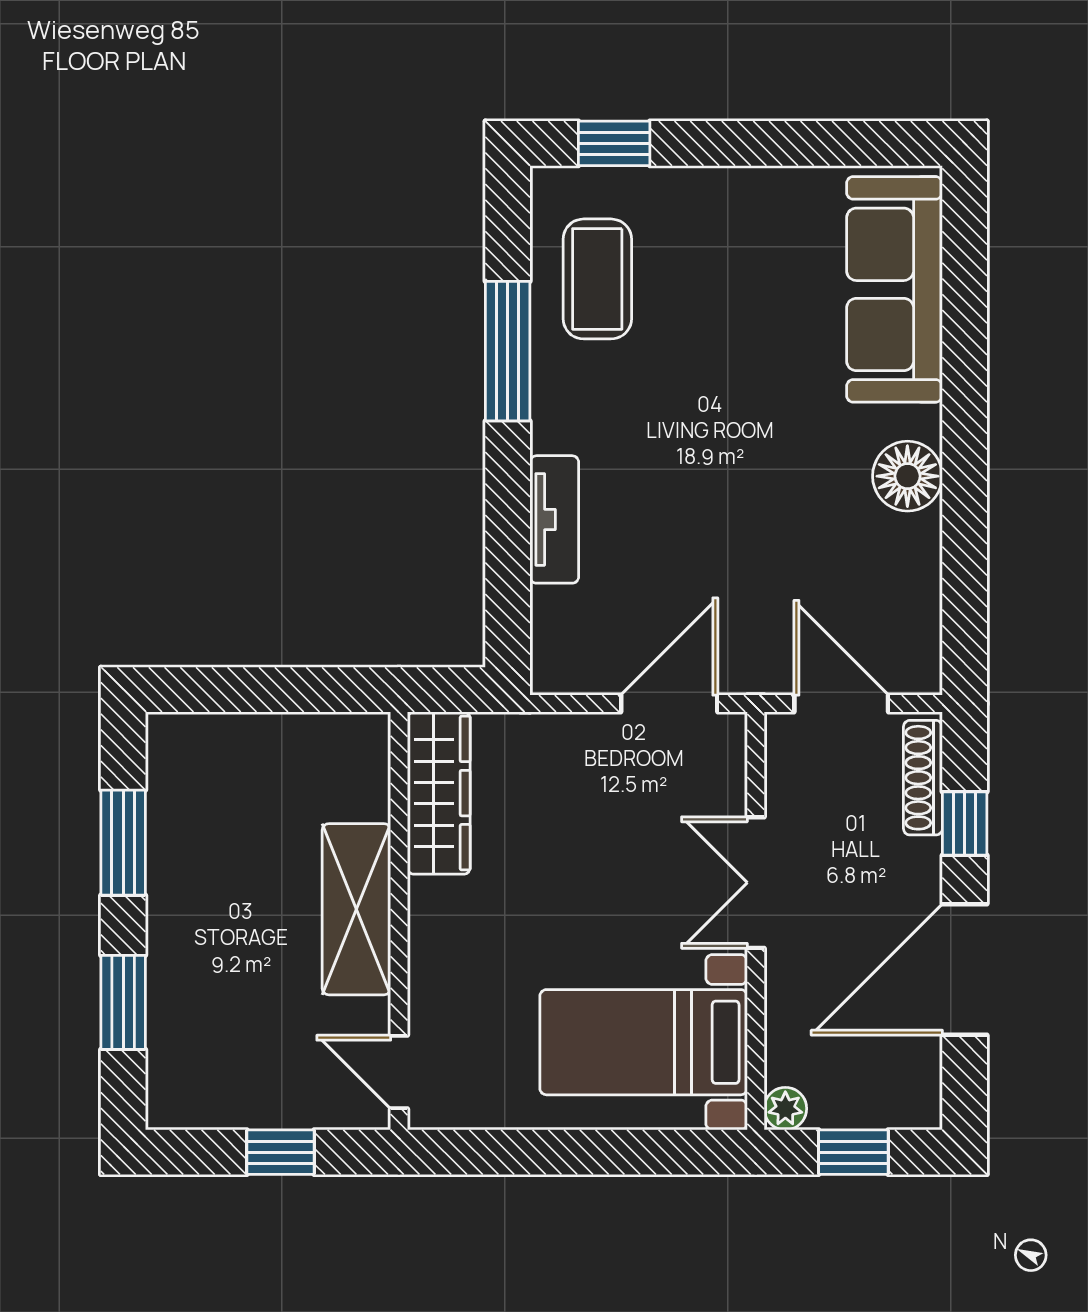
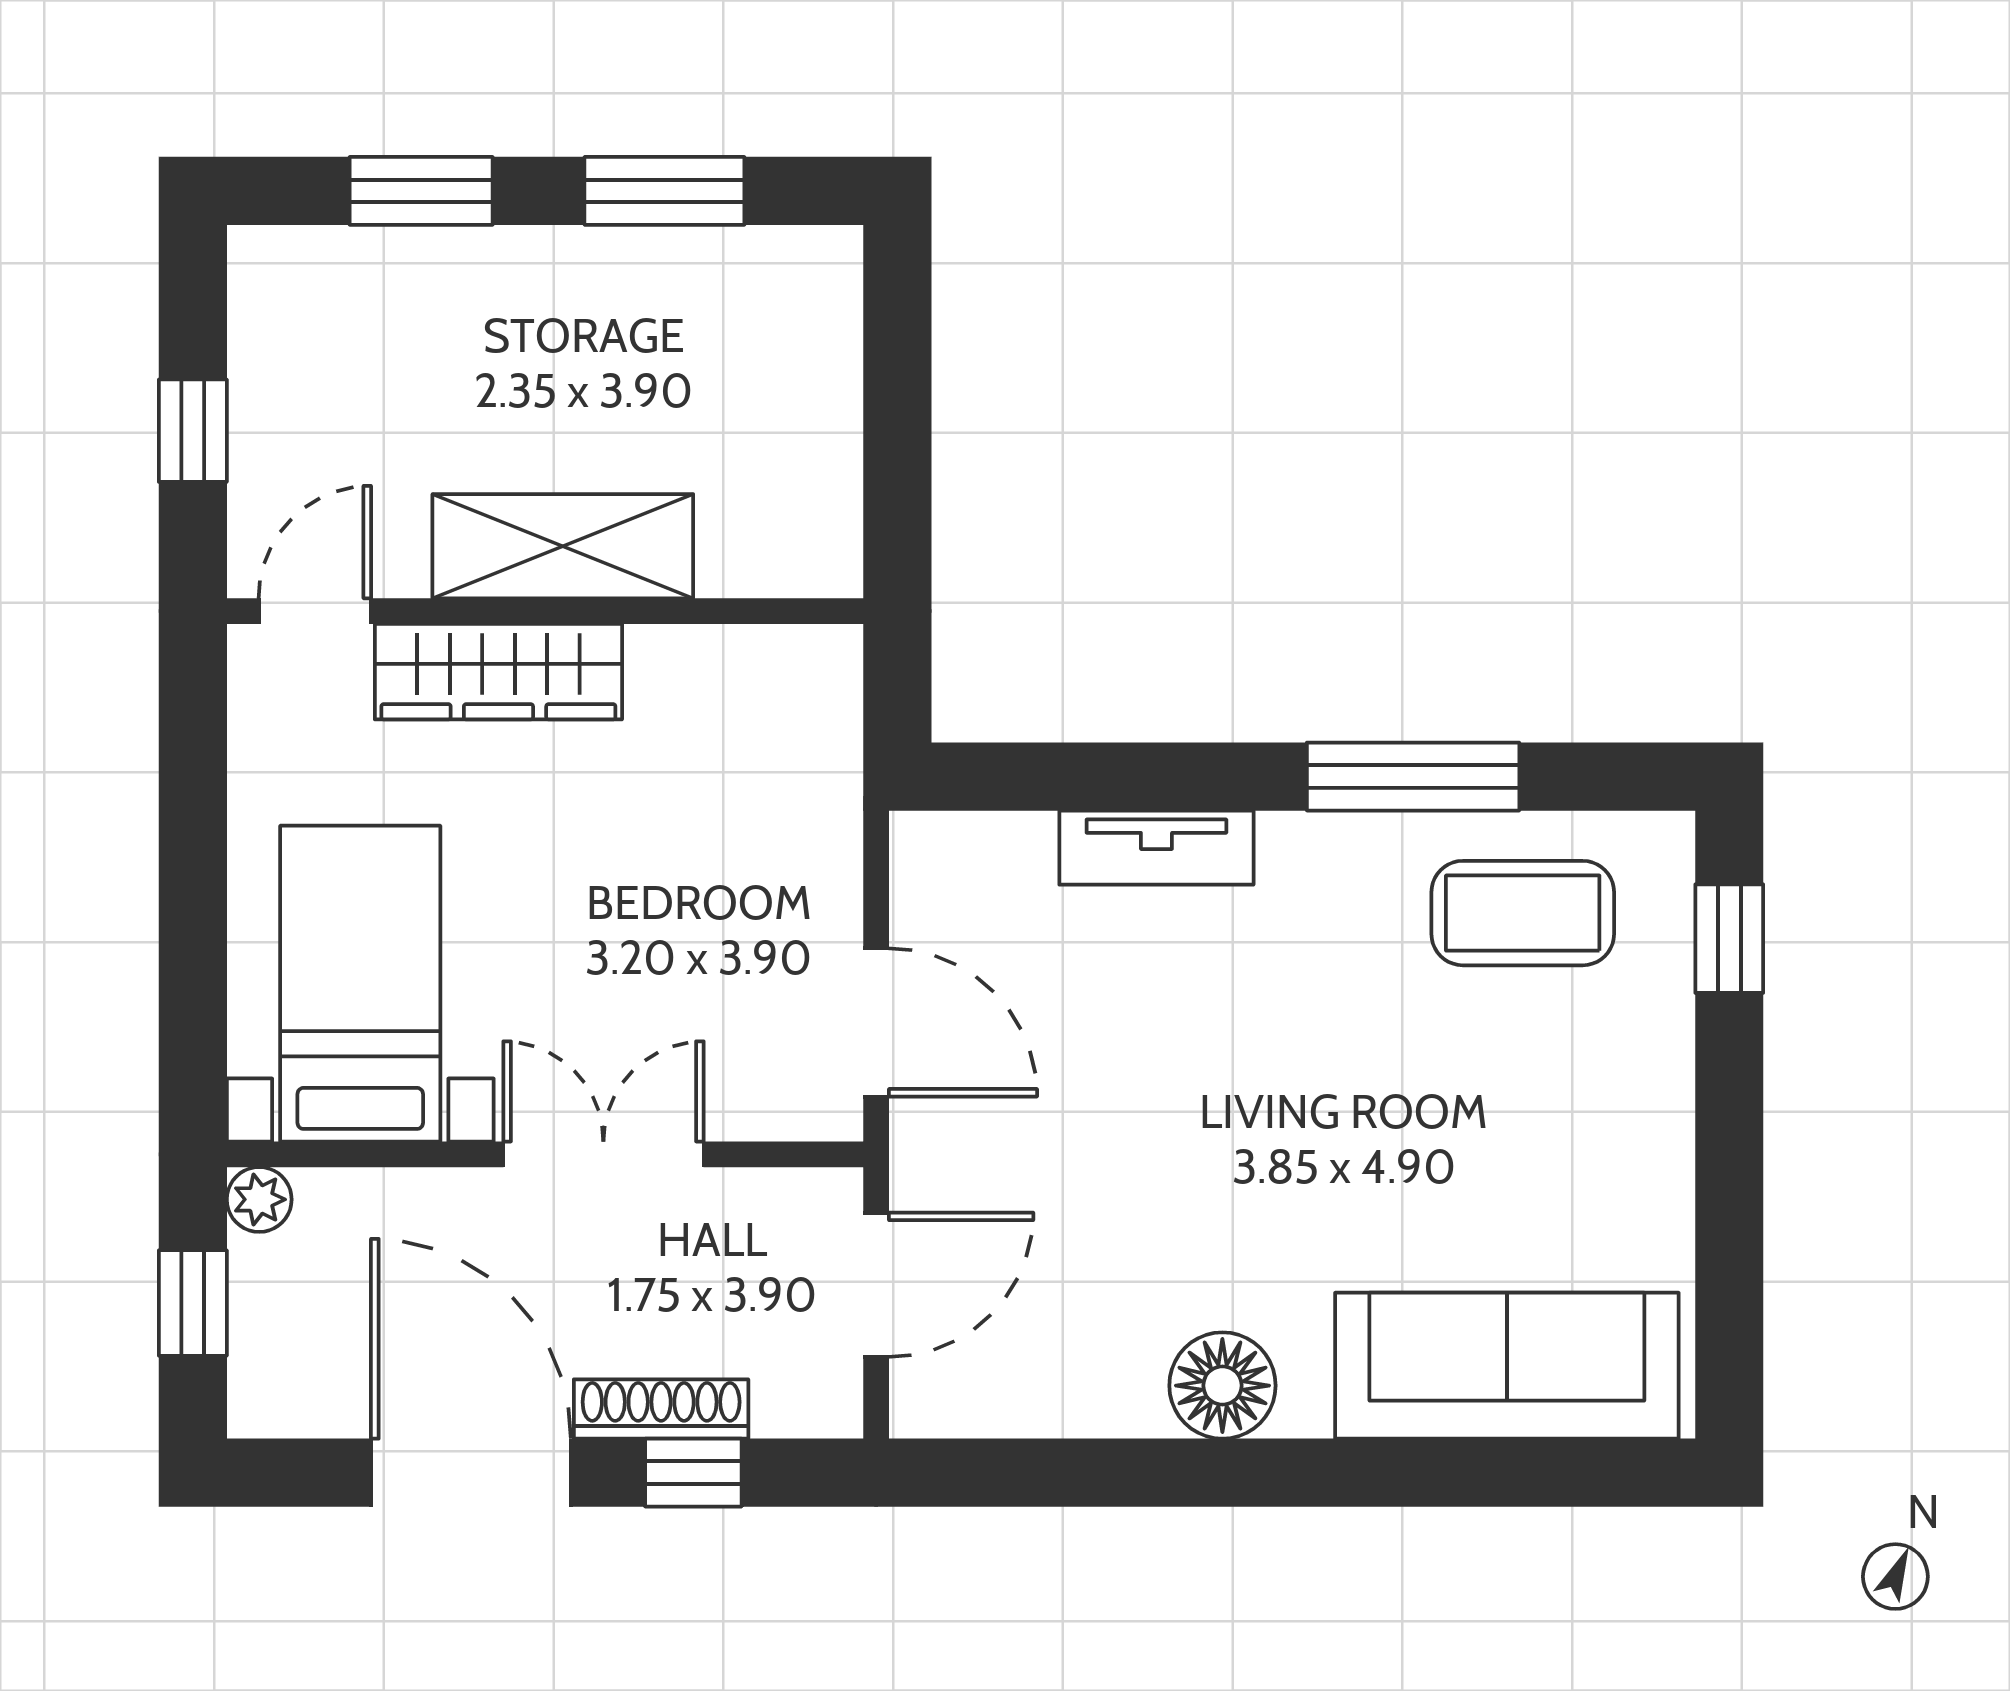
shoe rack: (923, 778) -> (661, 1409), moved
wardrobe: (439, 793) -> (498, 672), moved

